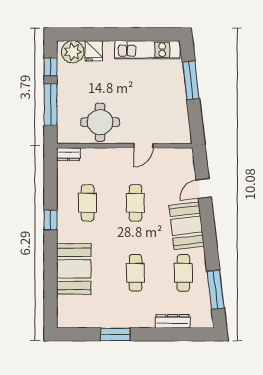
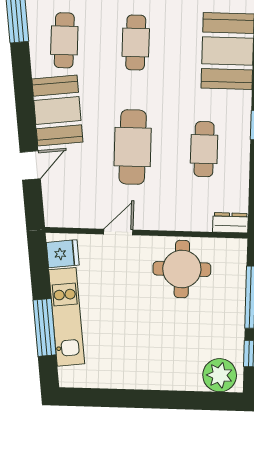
kitchen unit: (147, 50) -> (67, 317), moved, turned 83
fridge: (94, 51) -> (63, 254), moved, turned 83
cafe table: (135, 203) -> (133, 147), width x1.37, depth x1.35

